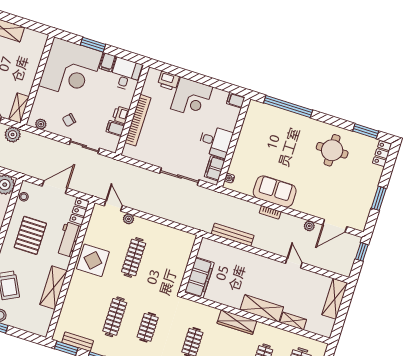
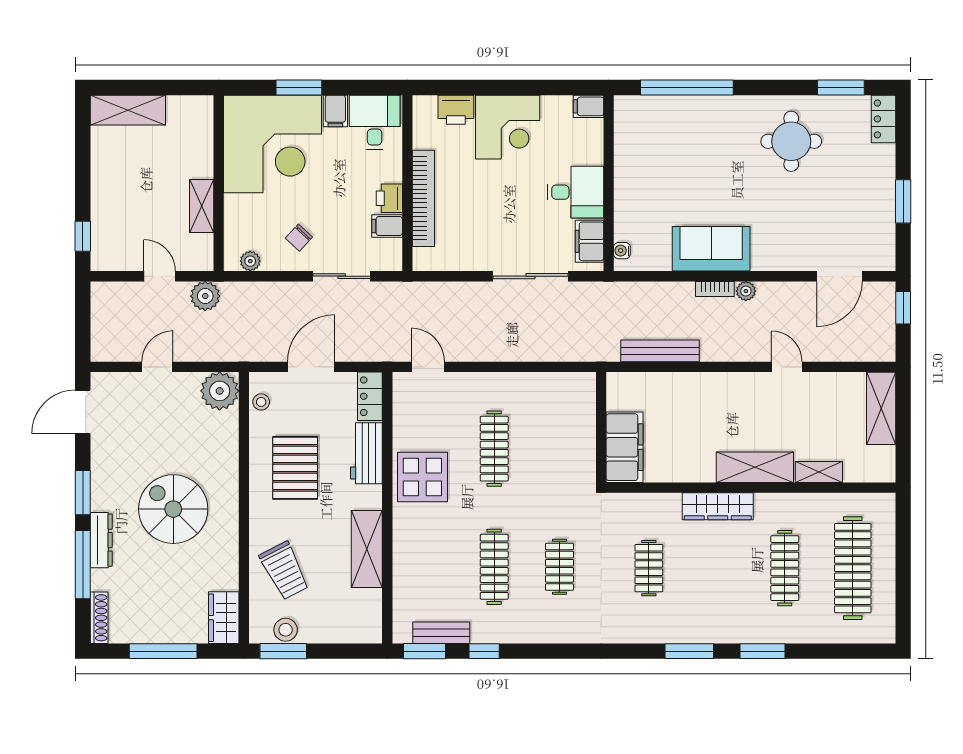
shelving: (19, 108) -> (202, 206), moved
plant: (128, 219) -> (463, 382), removed
plant: (309, 226) -> (746, 291), moved

